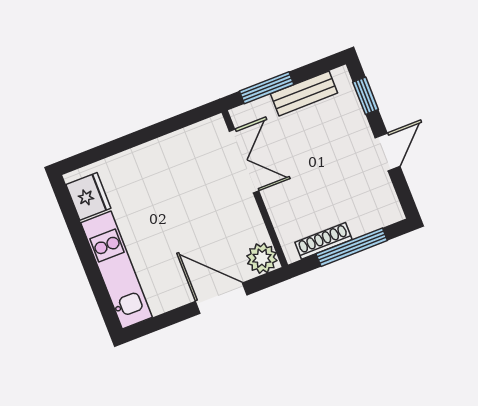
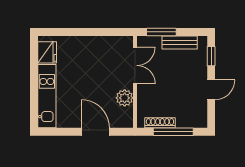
plant: (262, 258) -> (125, 98), moved

